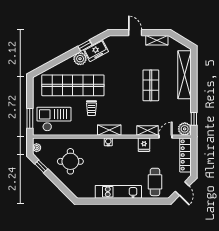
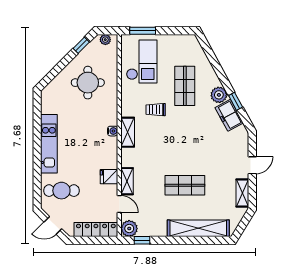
shop shelf: (73, 85) -> (185, 86), width x0.50, depth x0.74

